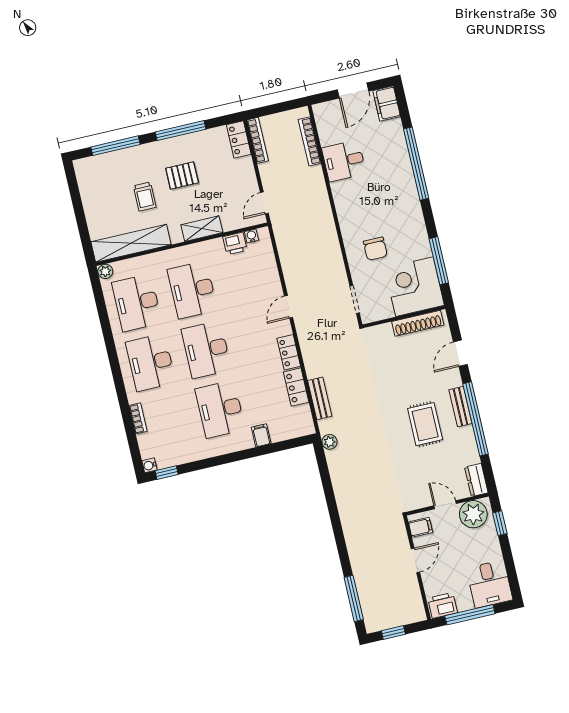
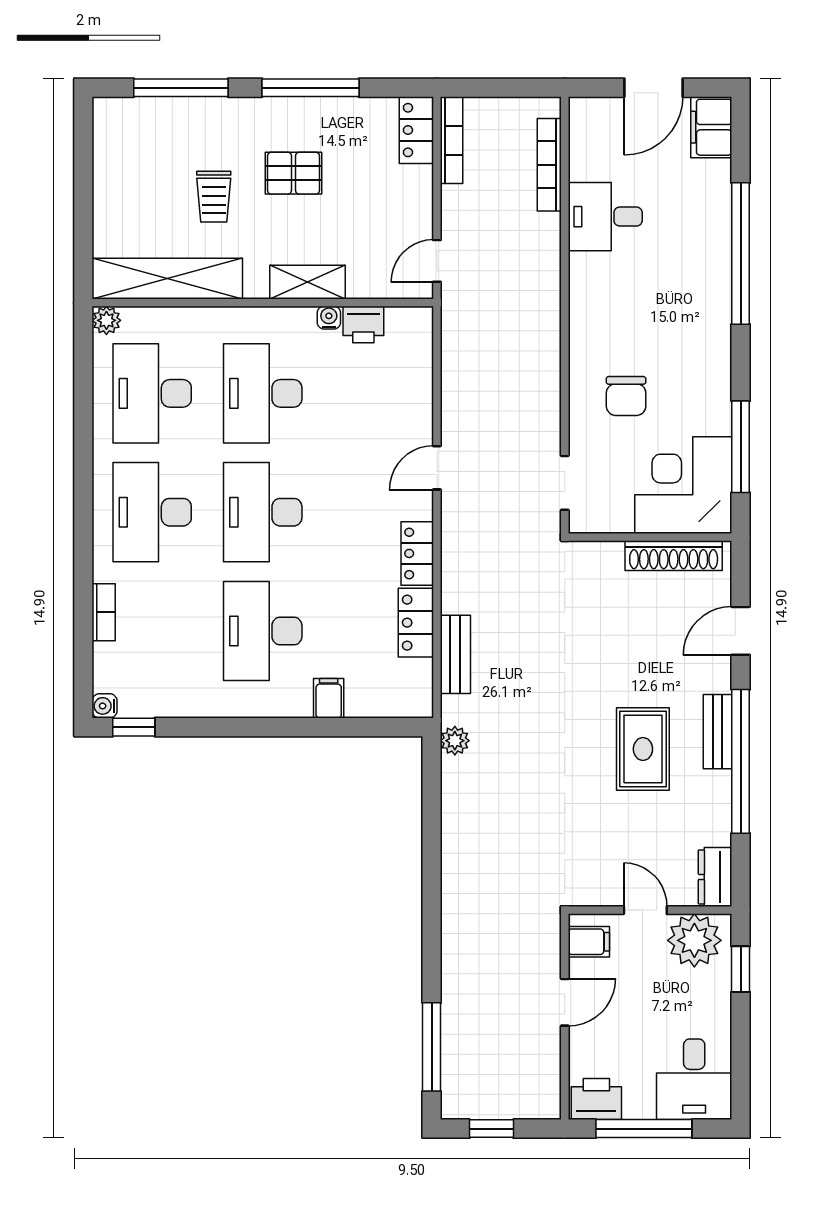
water cooler: (252, 236) -> (329, 318), moved

